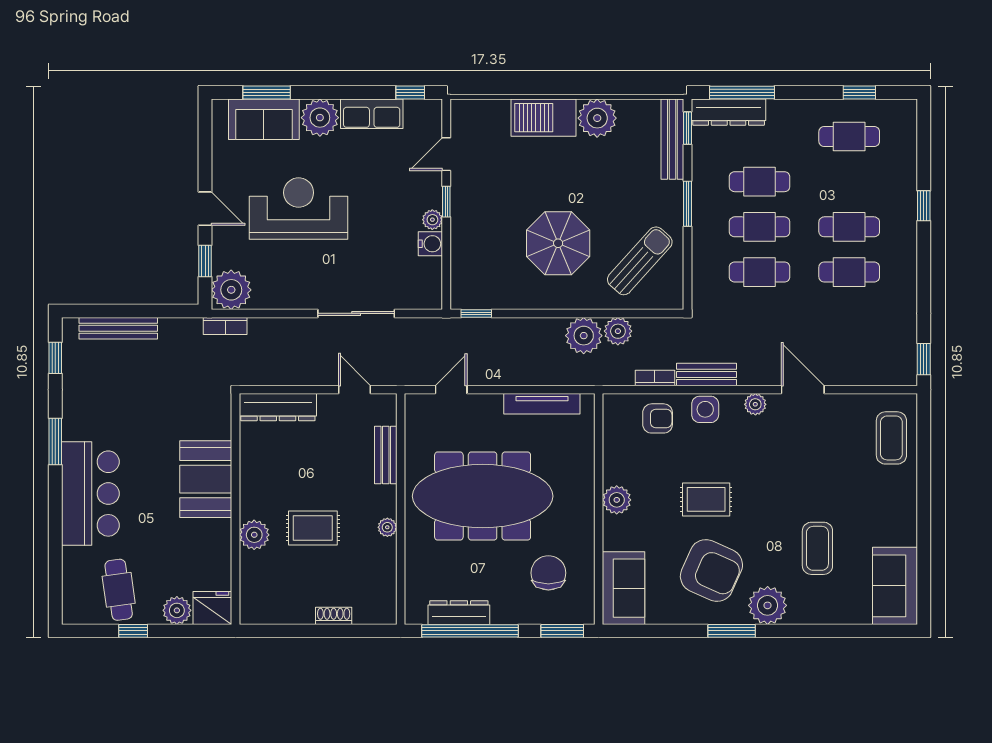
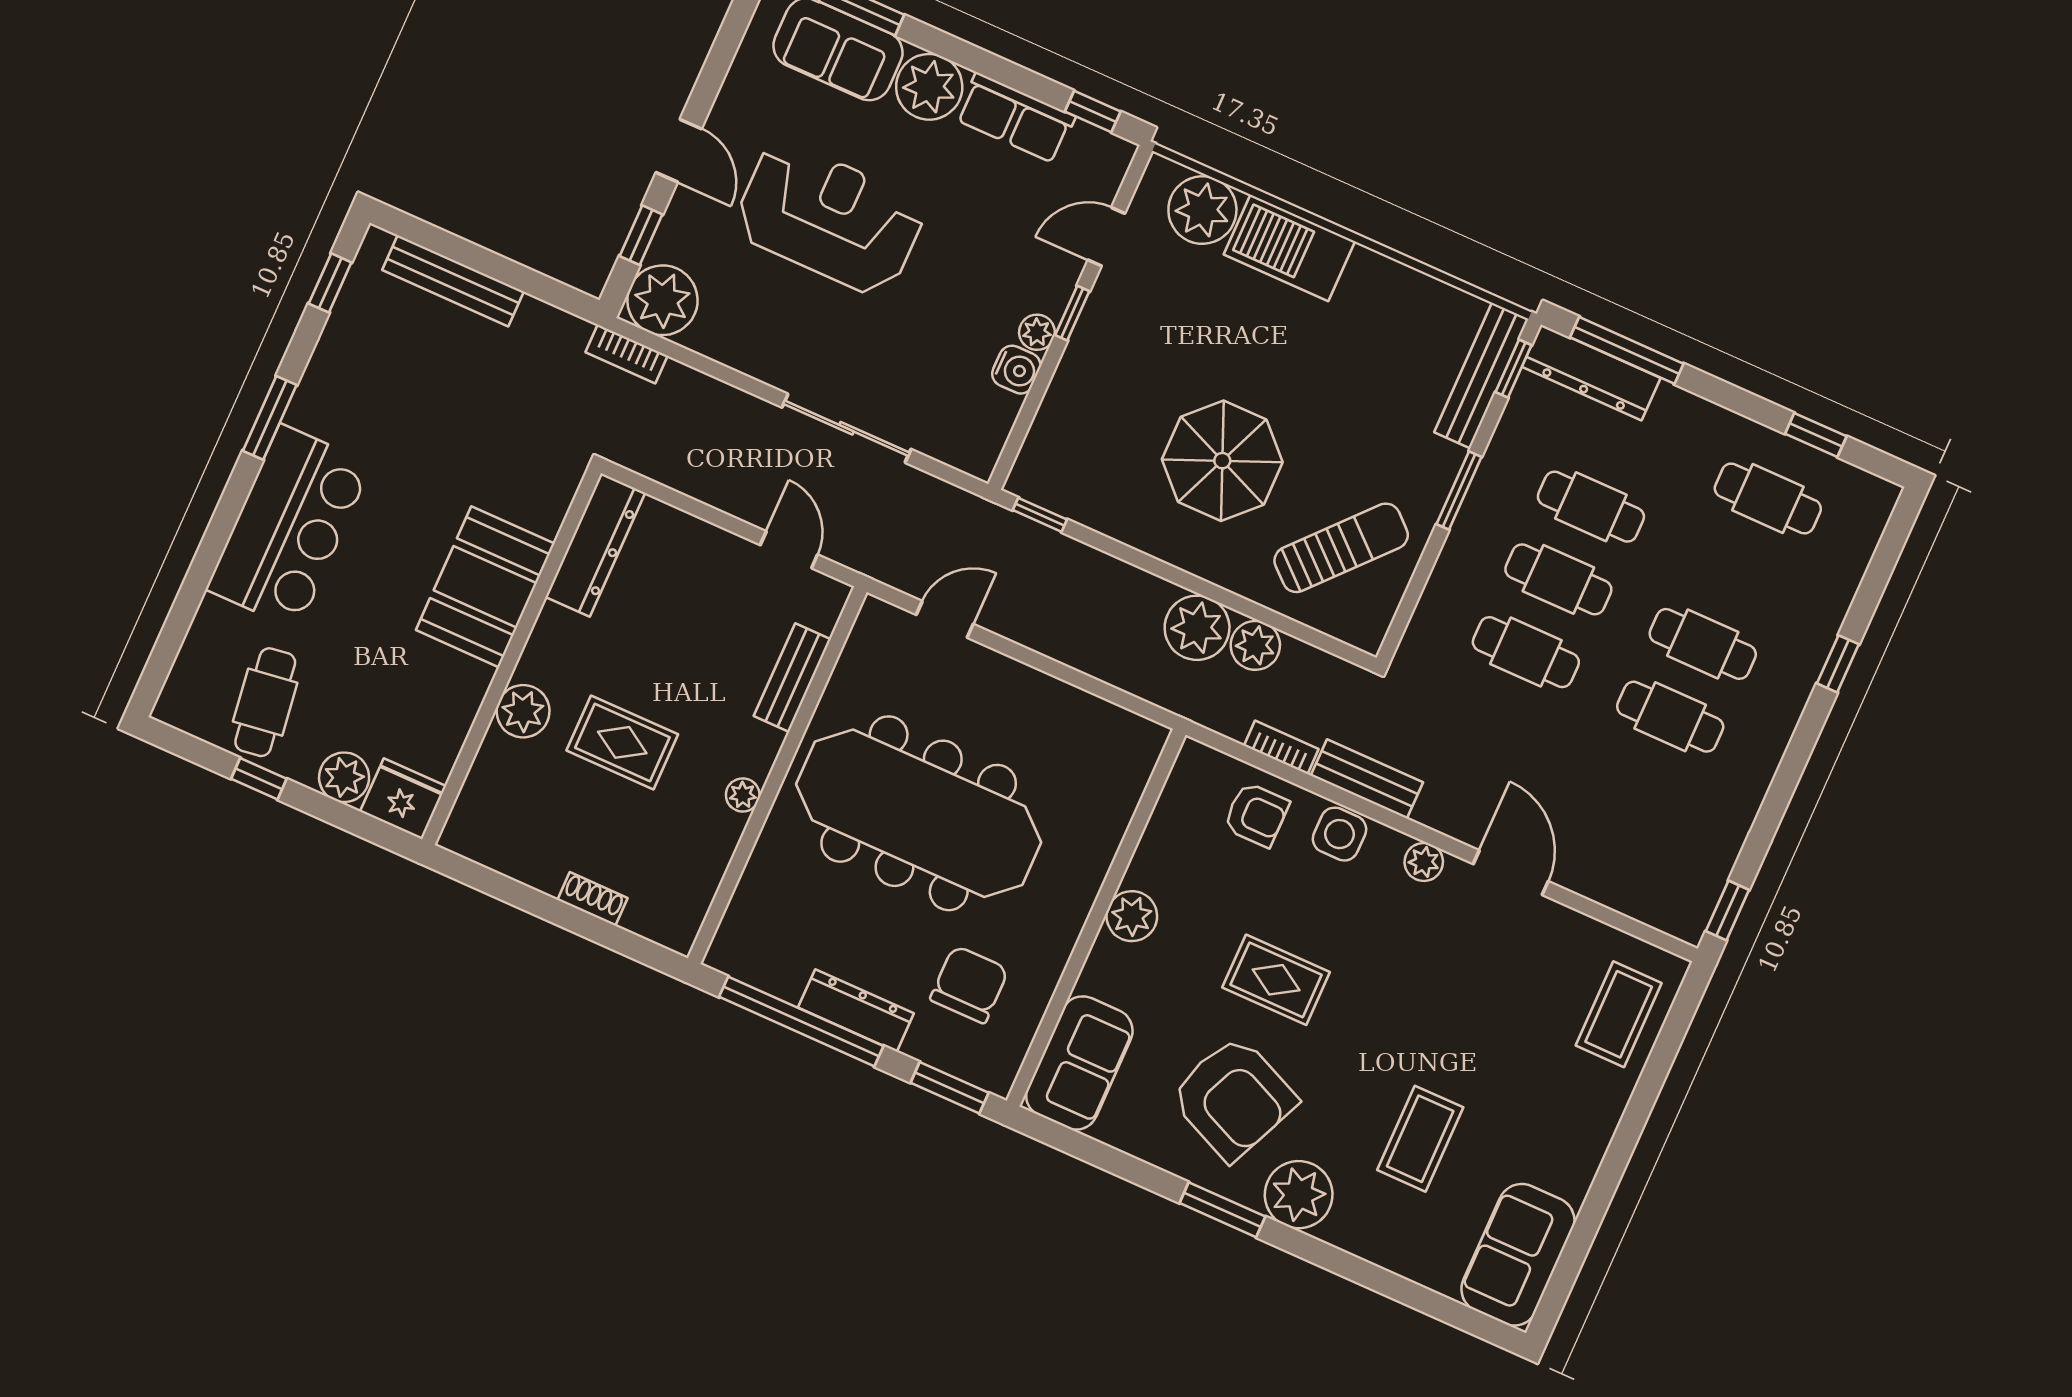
plant: (597, 118) -> (1202, 210), moved
tv unit: (542, 404) -> (1081, 707), removed
dresser: (278, 407) -> (595, 545), moved, turned -90
dresser: (459, 613) -> (856, 1010), moved

